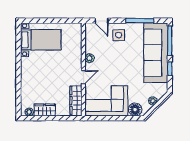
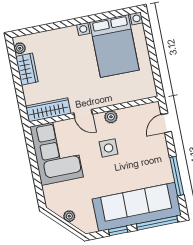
side table: (119, 35) -> (109, 148), moved
bed with nightstands: (41, 40) -> (114, 46), width x1.36
floor lamp: (135, 110) -> (52, 194), removed

